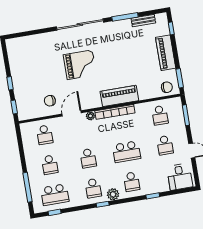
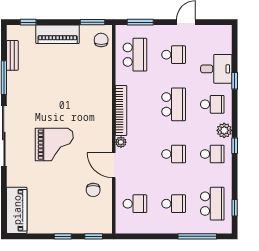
grand piano: (80, 65) -> (54, 145), turned 90
piano: (119, 96) -> (17, 210), moved, turned 180
school desk: (160, 115) -> (135, 55), width x1.85
desk: (180, 177) -> (216, 69), moved

